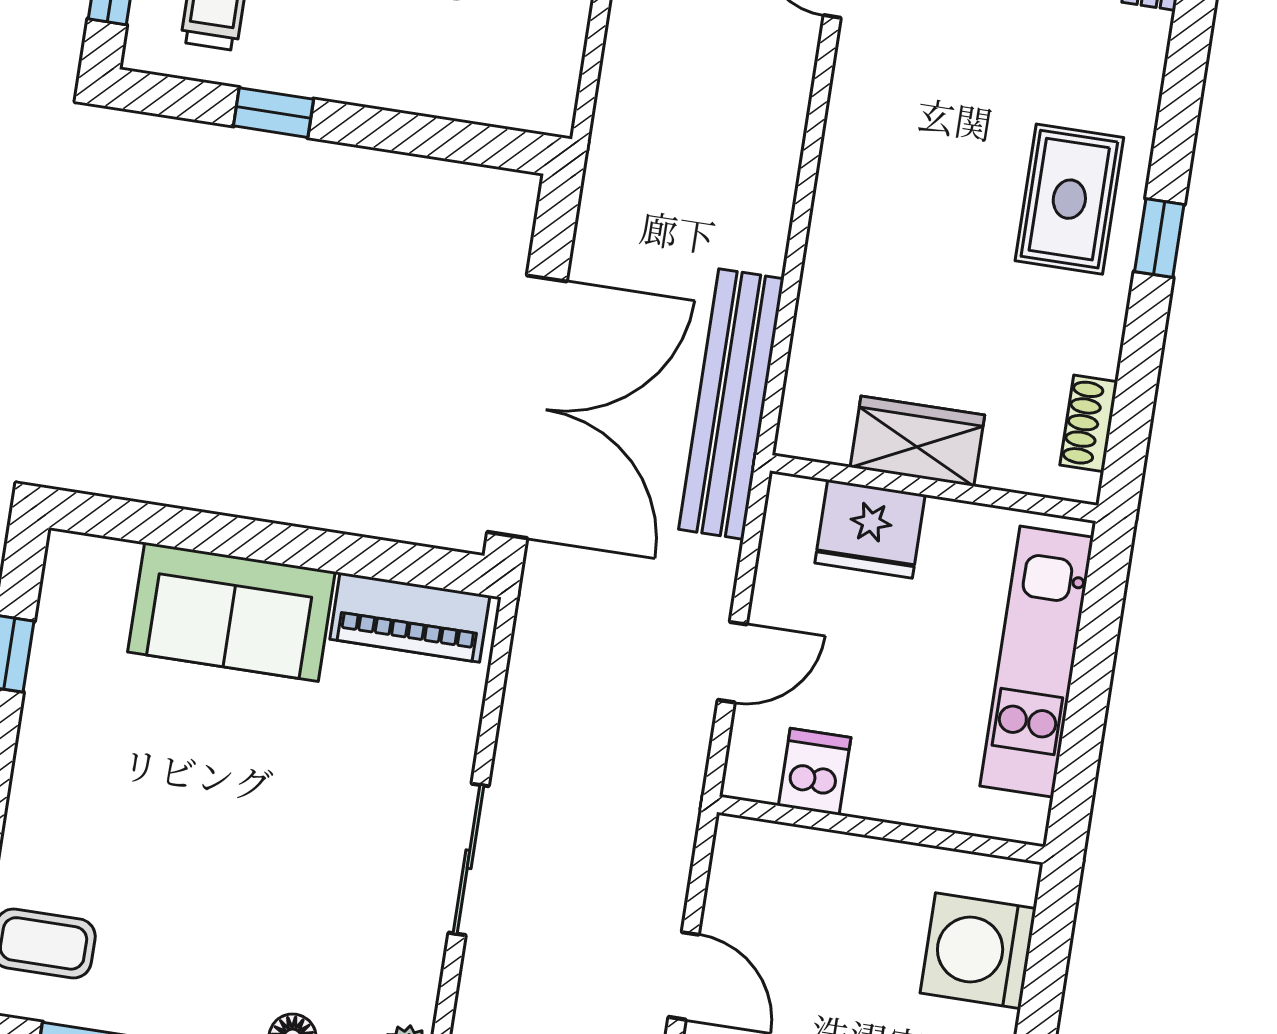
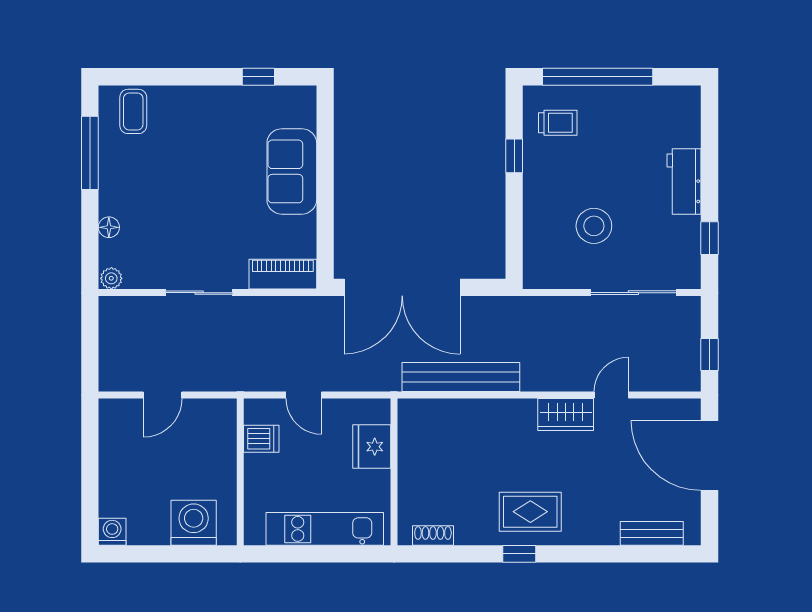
bench: (731, 404) -> (461, 377), moved
wardrobe: (917, 441) -> (566, 415), moved, turned 90
piano: (410, 617) -> (283, 274), moved, turned 90

